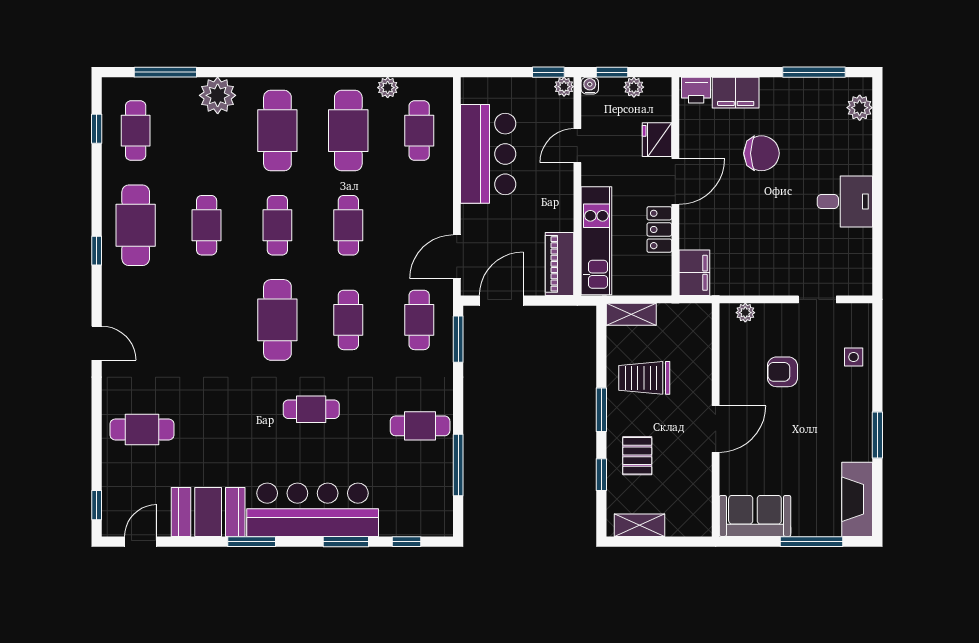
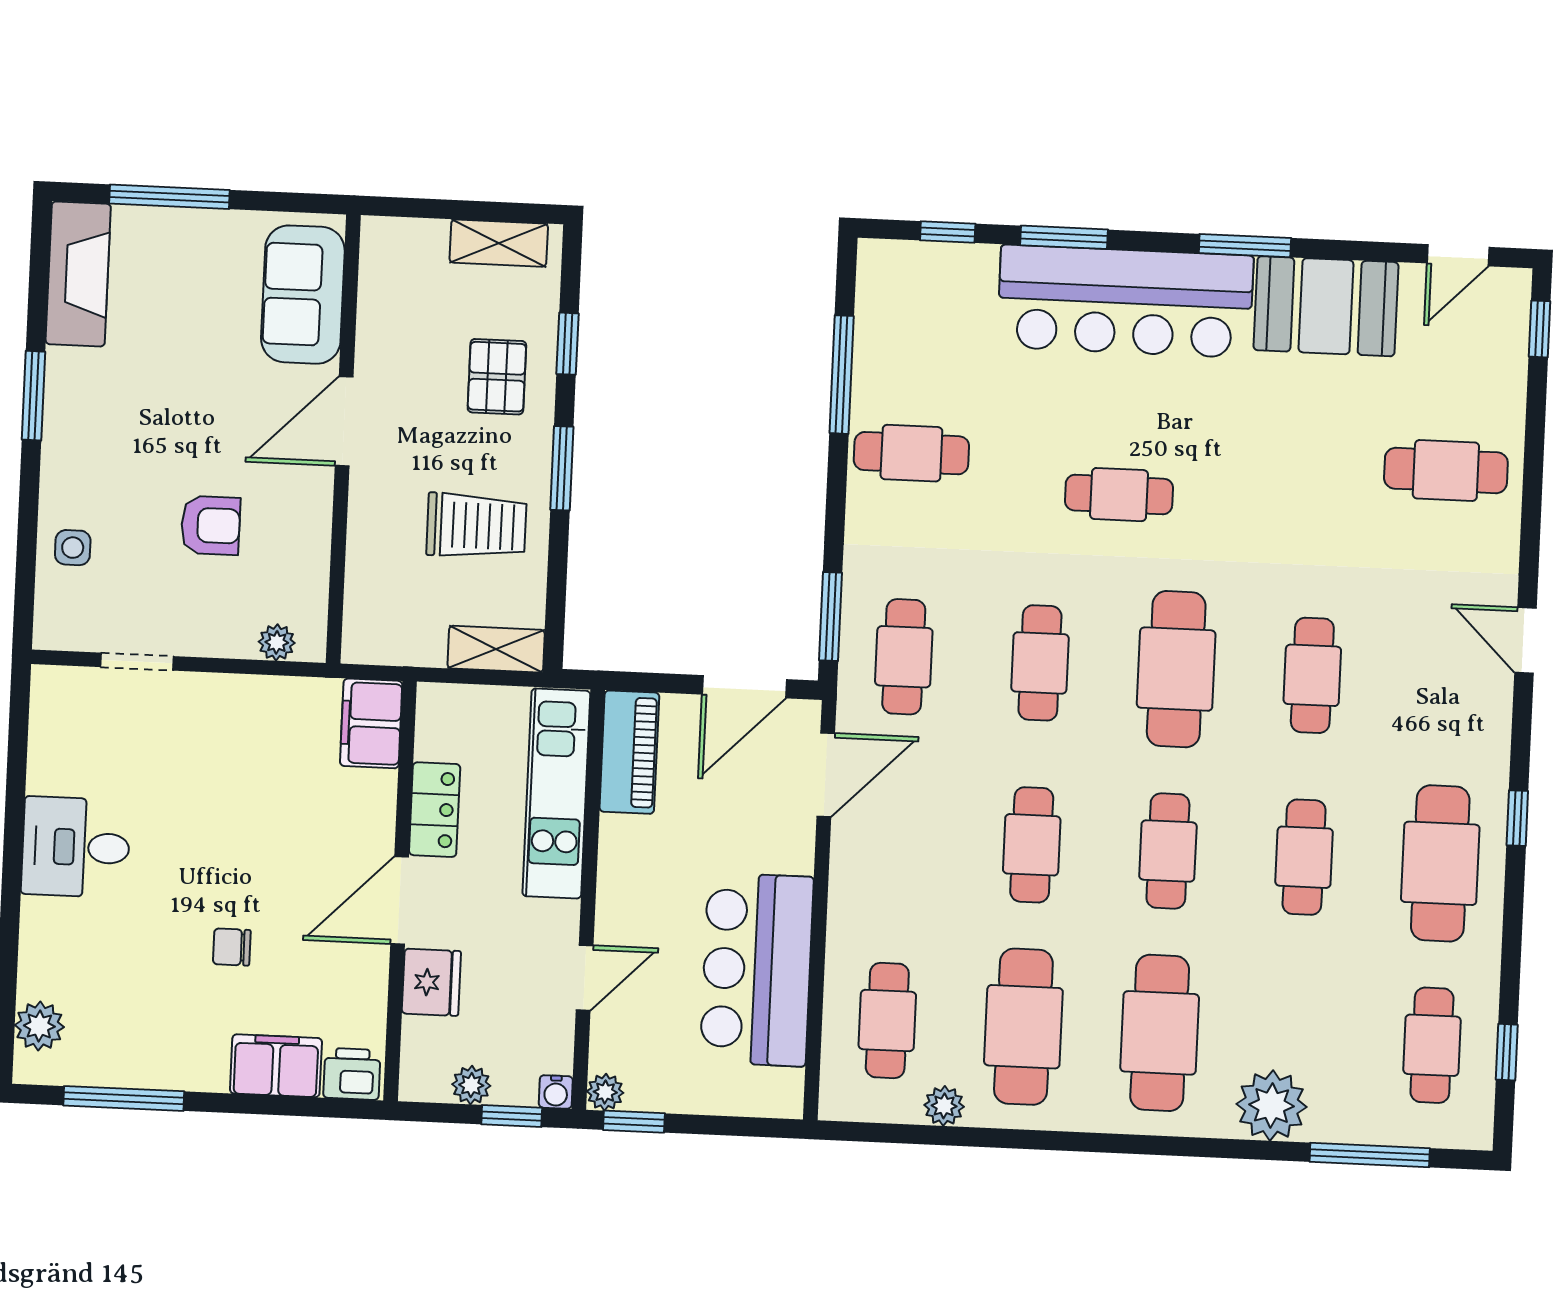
chair: (761, 153) -> (232, 947), width x0.54, depth x0.54
cafe table: (207, 320) -> (1312, 675), added
sofa: (755, 516) -> (303, 295), moved, turned 90

